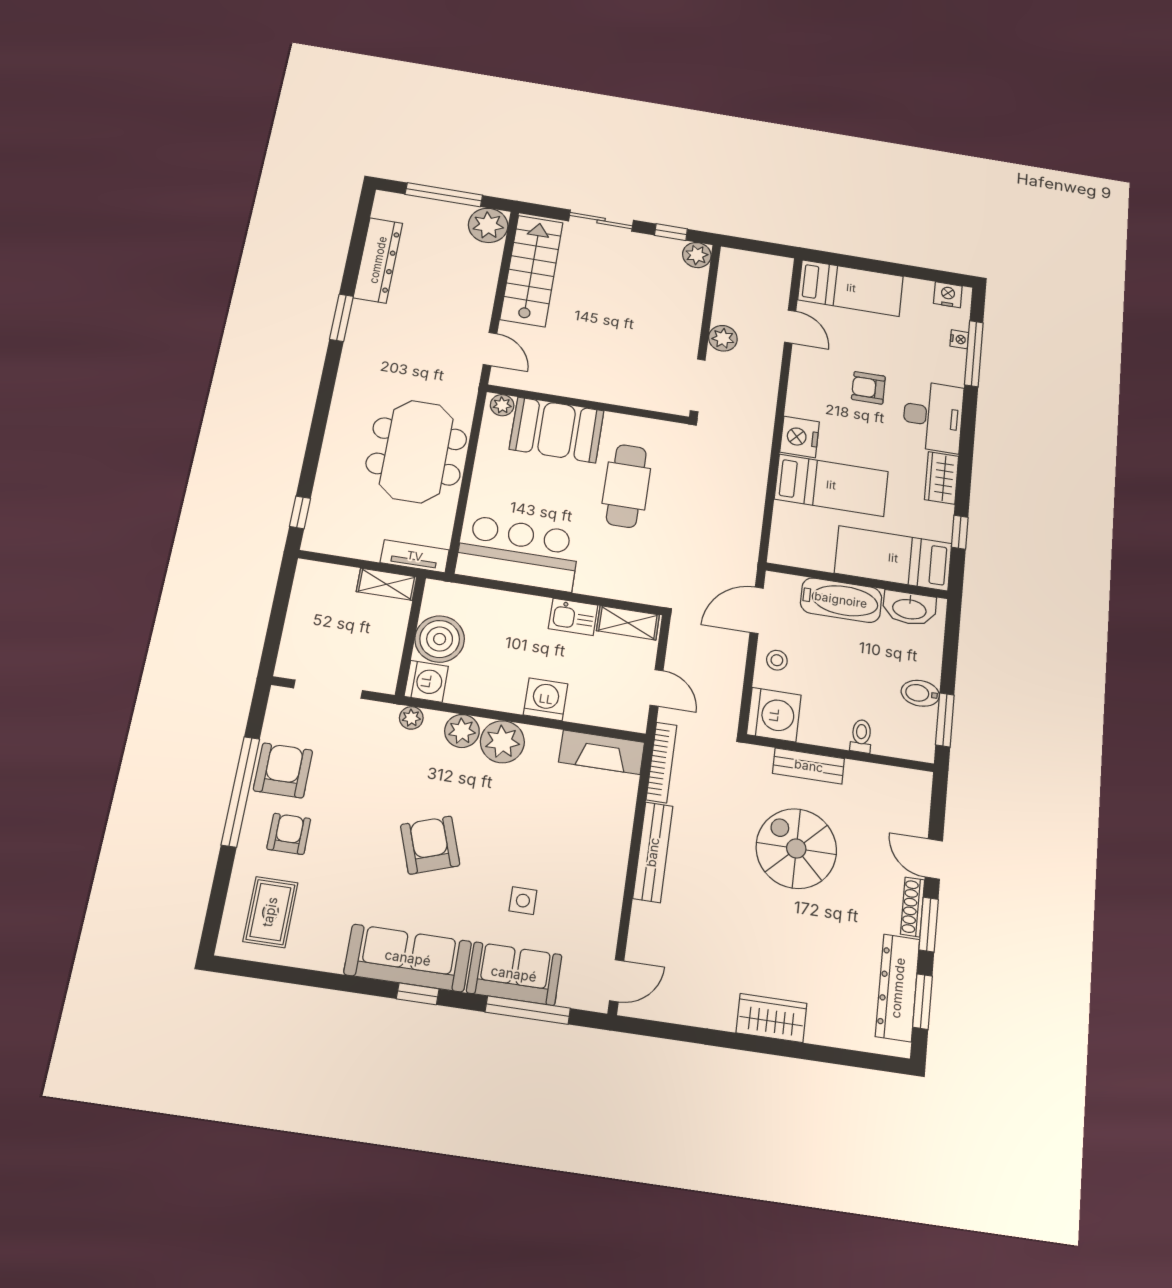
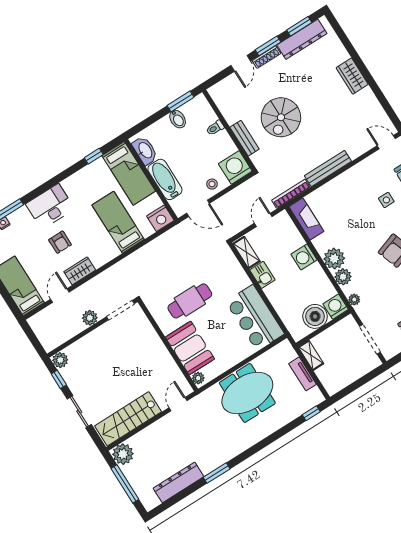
nightstand: (800, 437) -> (160, 218), moved
wardrobe: (942, 478) -> (80, 271), moved, turned 180
tv unit: (415, 556) -> (303, 374), moved

